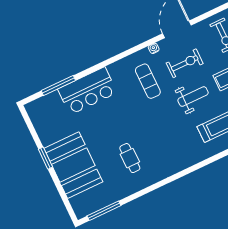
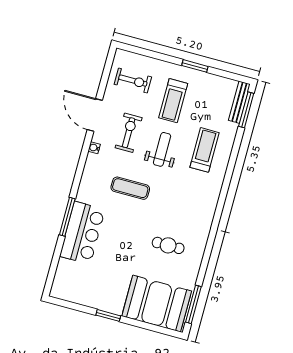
exercise mat: (148, 81) -> (130, 188), moved
window: (58, 86) -> (67, 217), moved
booth: (73, 165) -> (157, 304), moved

